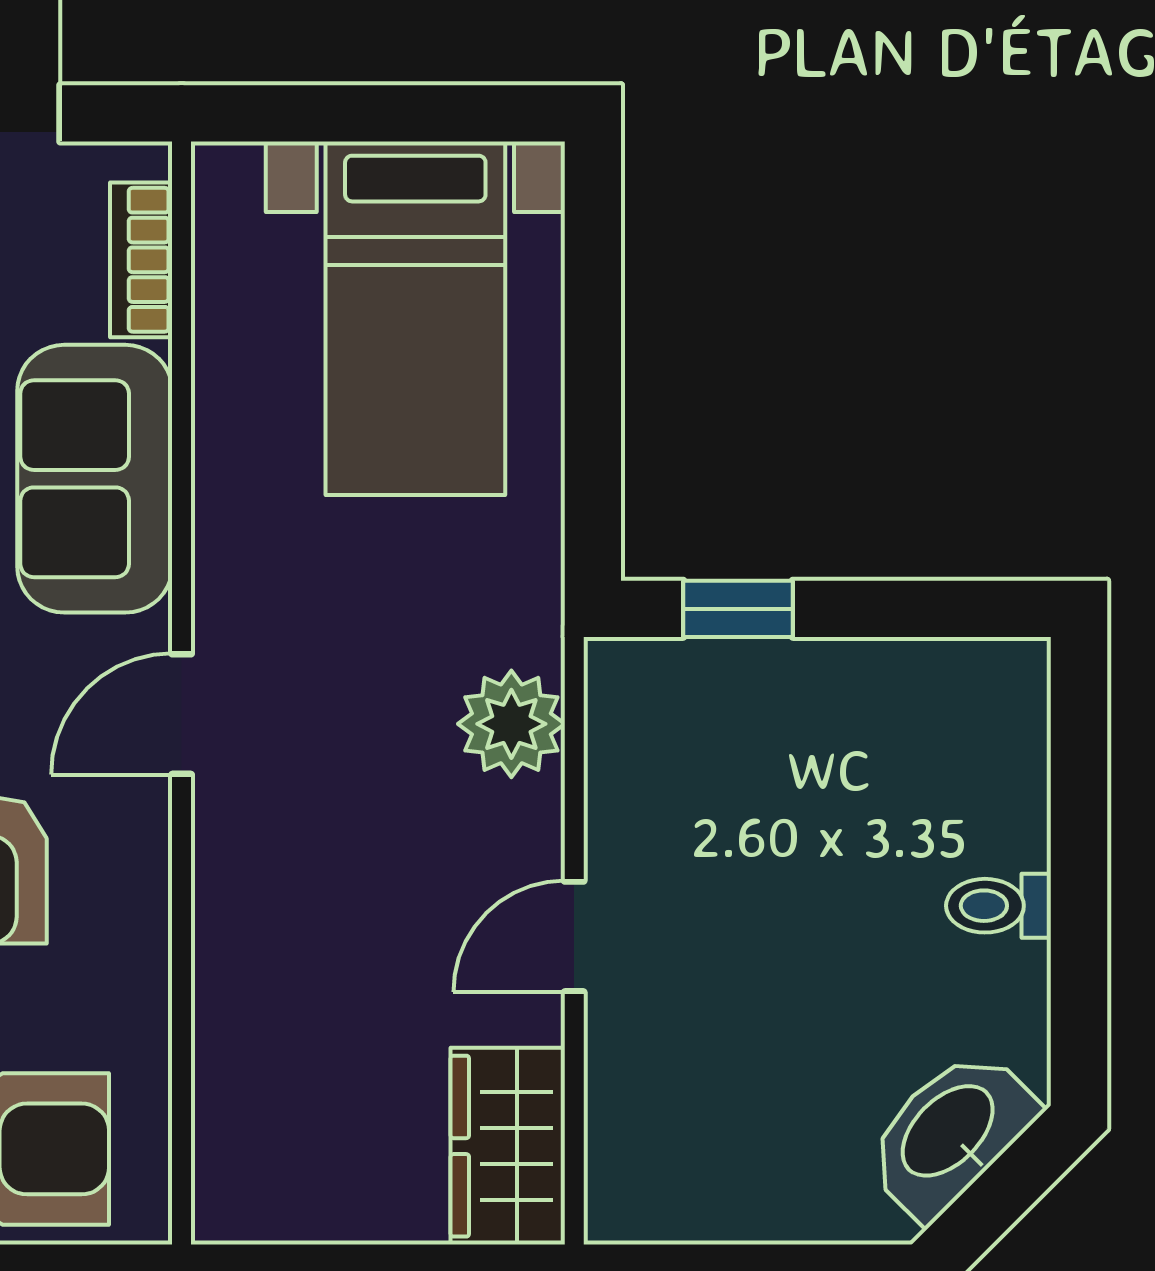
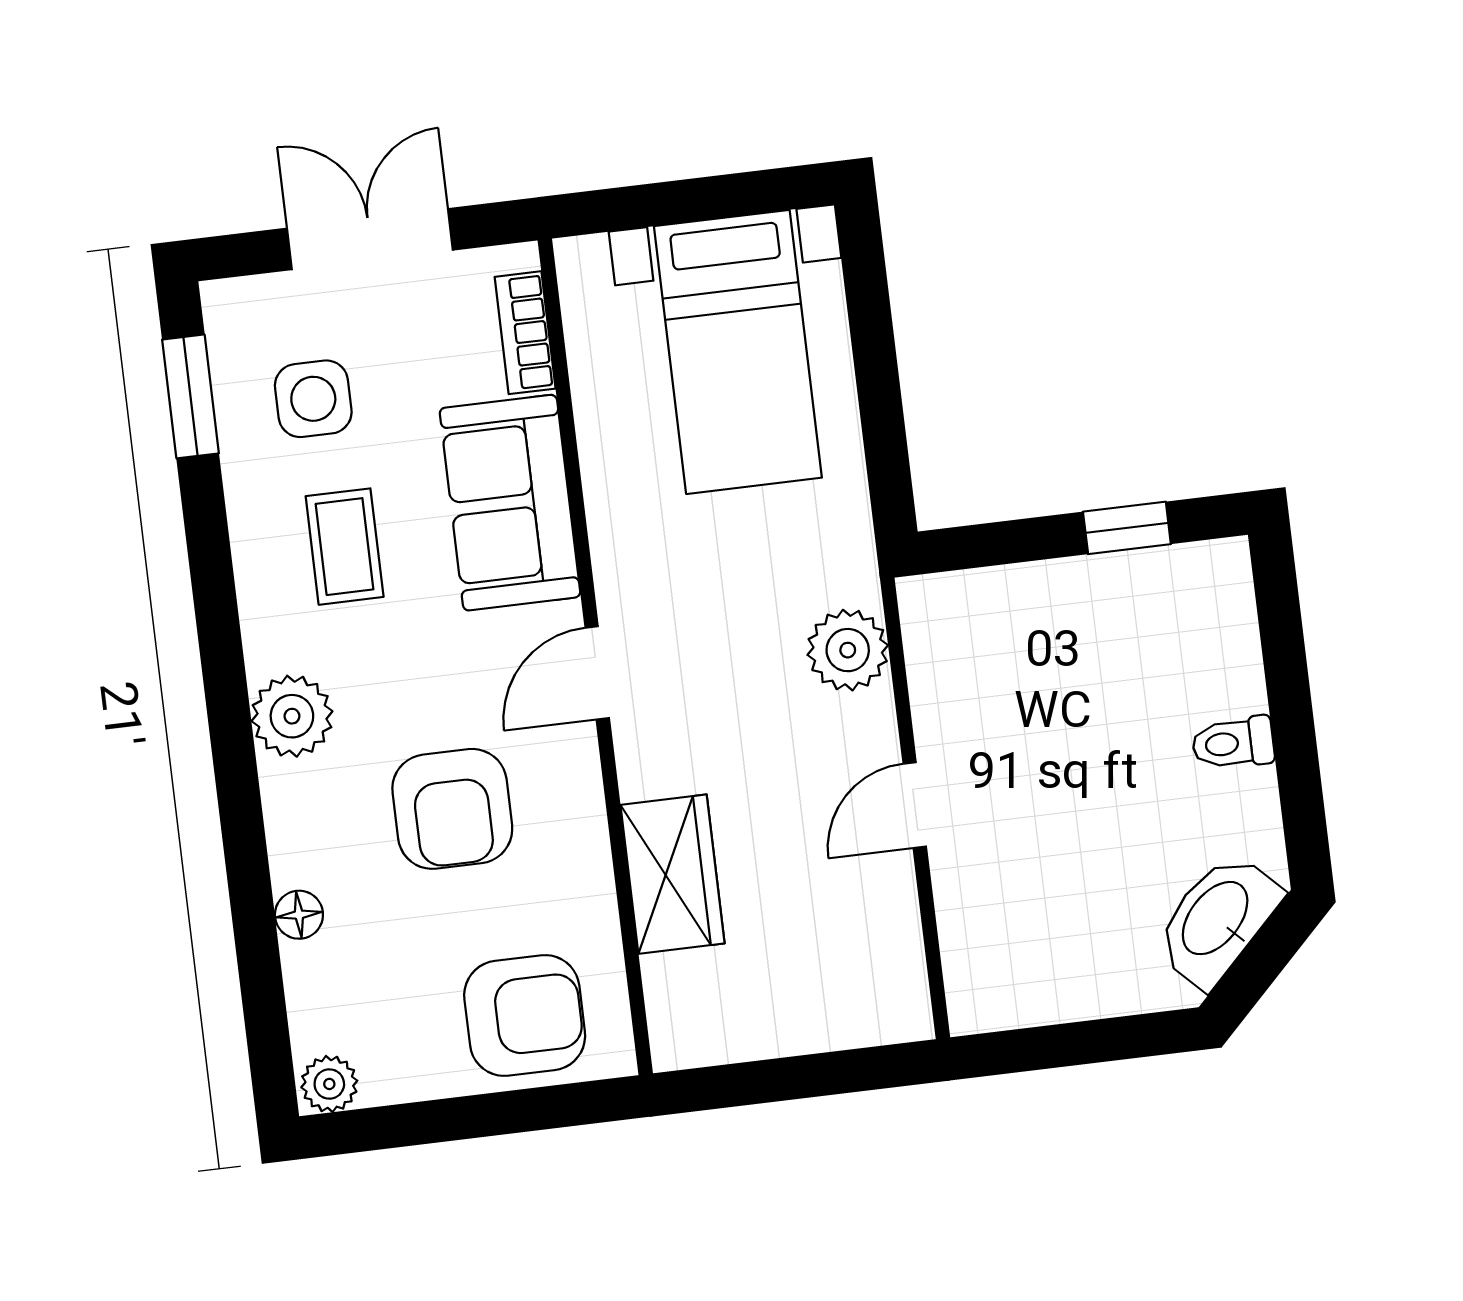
window: (738, 609) -> (1127, 528), moved
wardrobe: (508, 1146) -> (673, 874), moved, turned 180

